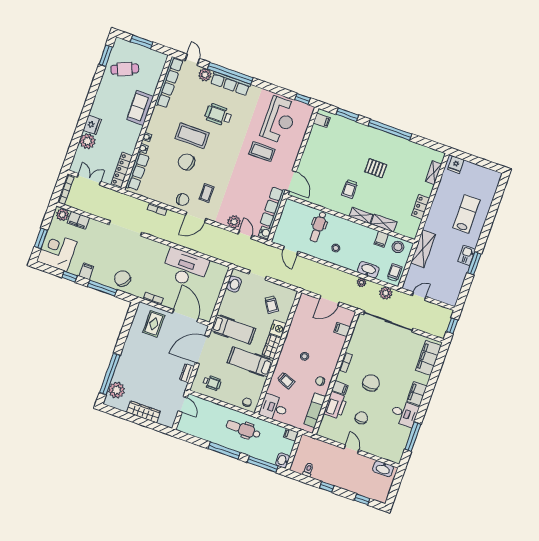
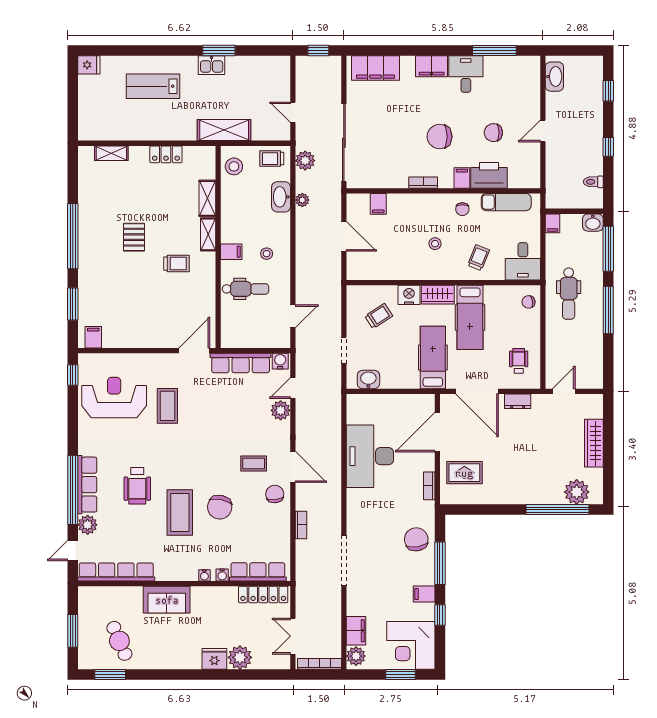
fridge: (456, 165) -> (89, 65), moved
filing cabinet: (381, 239) -> (231, 252), moved
chair: (122, 279) -> (416, 539), turned 132

